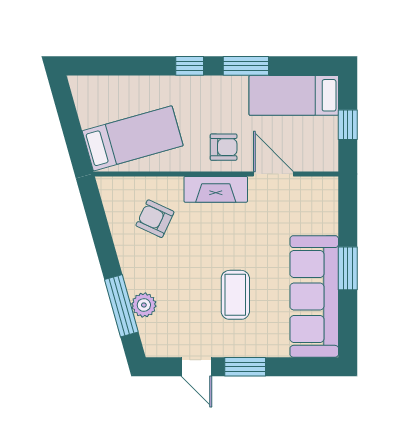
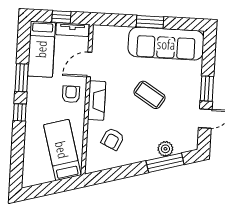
tv unit: (328, 144) -> (72, 30), added
coffee table: (235, 295) -> (150, 95), moved, turned 32

